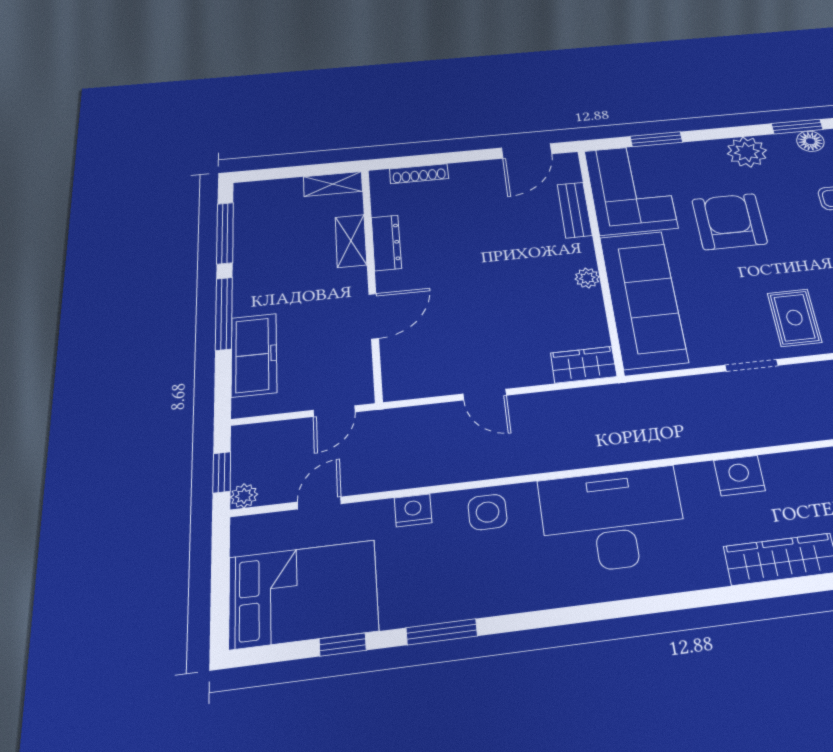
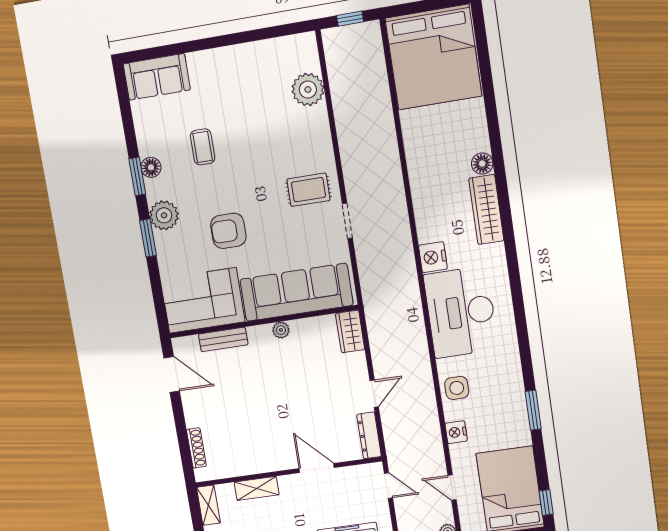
window: (656, 139) -> (148, 238), moved
armchair: (729, 221) -> (228, 231), width x0.73, depth x0.73
dresser: (386, 243) -> (369, 435), moved, turned -90
nightstand: (739, 475) -> (433, 257), moved
window: (343, 645) -> (546, 503), moved

